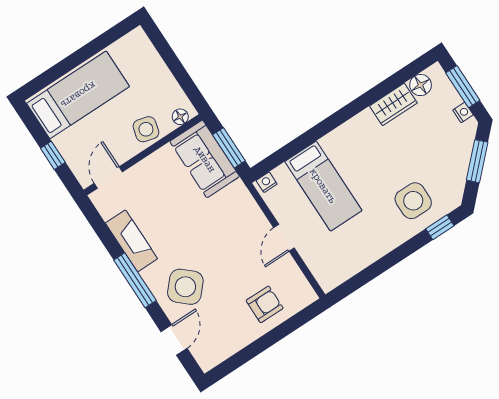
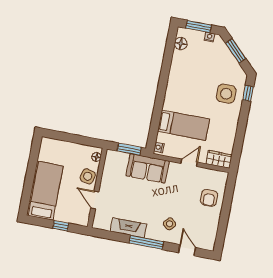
wardrobe: (393, 104) -> (219, 159), moved, turned -90
sofa: (205, 159) -> (148, 168), moved
door: (108, 177) -> (95, 200), moved
door: (284, 238) -> (189, 163), swing flipped
side table: (185, 287) -> (170, 224), width x0.54, depth x0.54
armchair: (265, 304) -> (209, 198), turned 180

